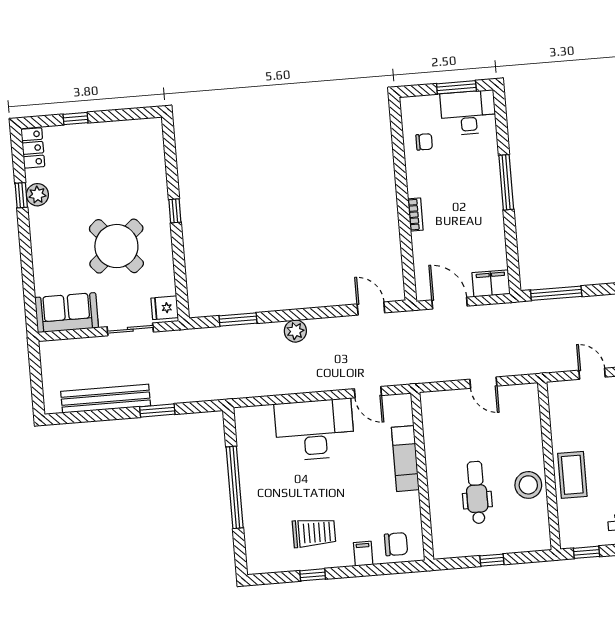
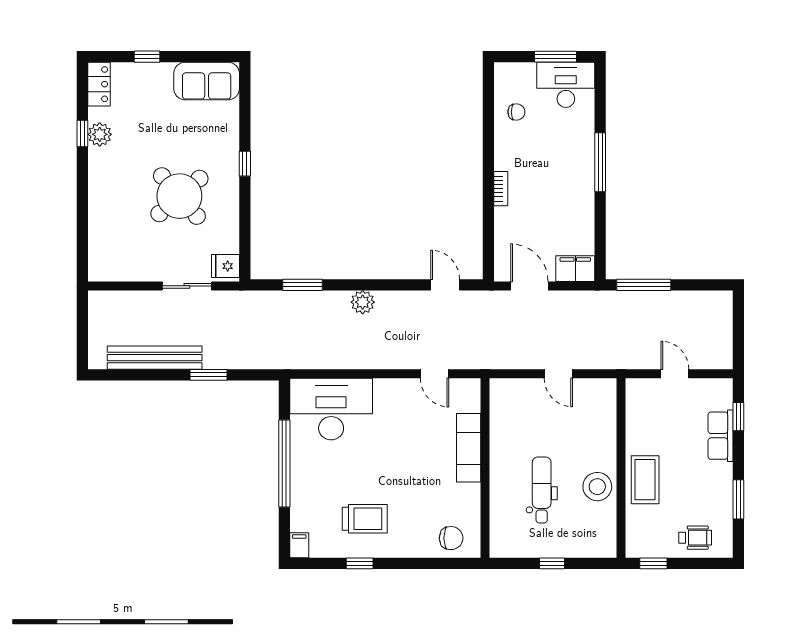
sofa: (67, 313) -> (207, 81), moved, turned 180
desk: (315, 430) -> (331, 409), moved
filing cabinet: (363, 554) -> (299, 545), moved

